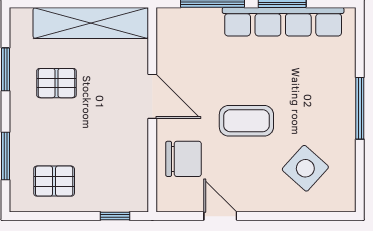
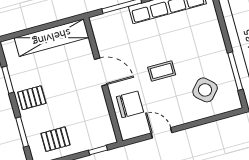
pallet: (56, 83) -> (32, 98), moved
window: (360, 108) -> (235, 71), moved
coffee table: (246, 121) -> (162, 71), width x0.73, depth x0.77

